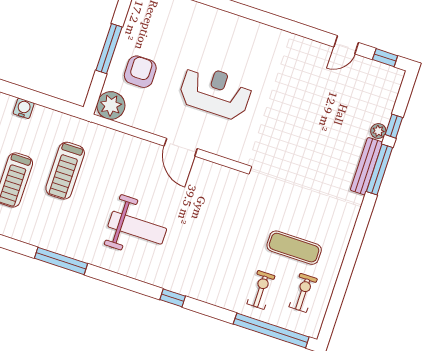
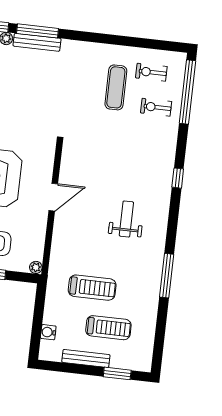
plant: (111, 105) -> (36, 267), width x0.53, depth x0.53
weight bench: (137, 228) -> (126, 219), width x0.73, depth x0.75

